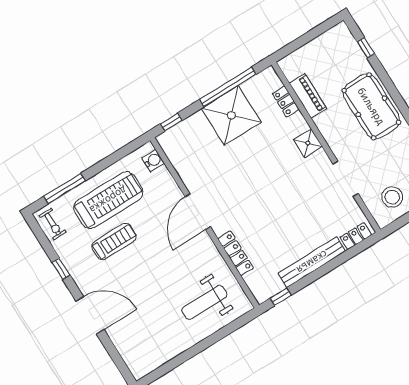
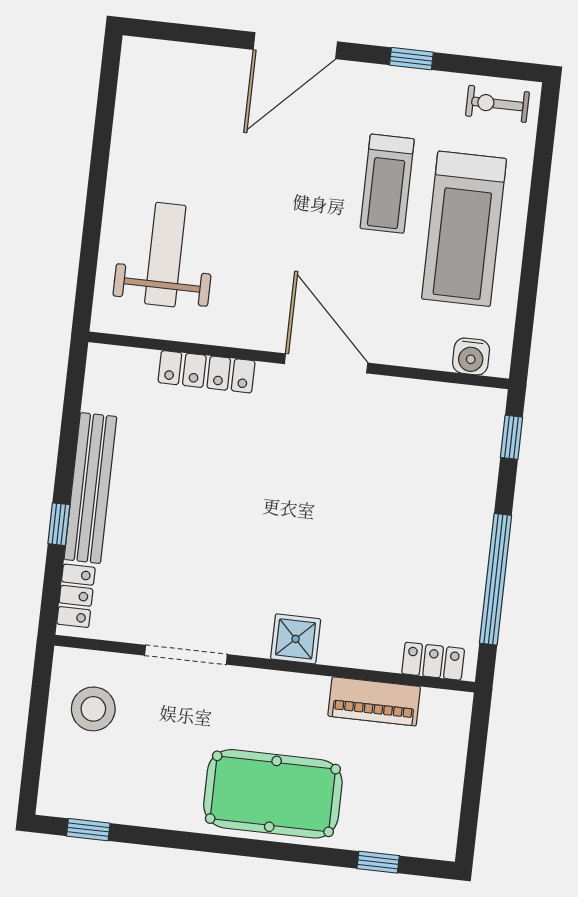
locker: (286, 102) -> (433, 661), moved
shower: (231, 115) -> (443, 547), removed
window: (64, 189) -> (541, 170), removed
window: (281, 297) -> (59, 524), moved

